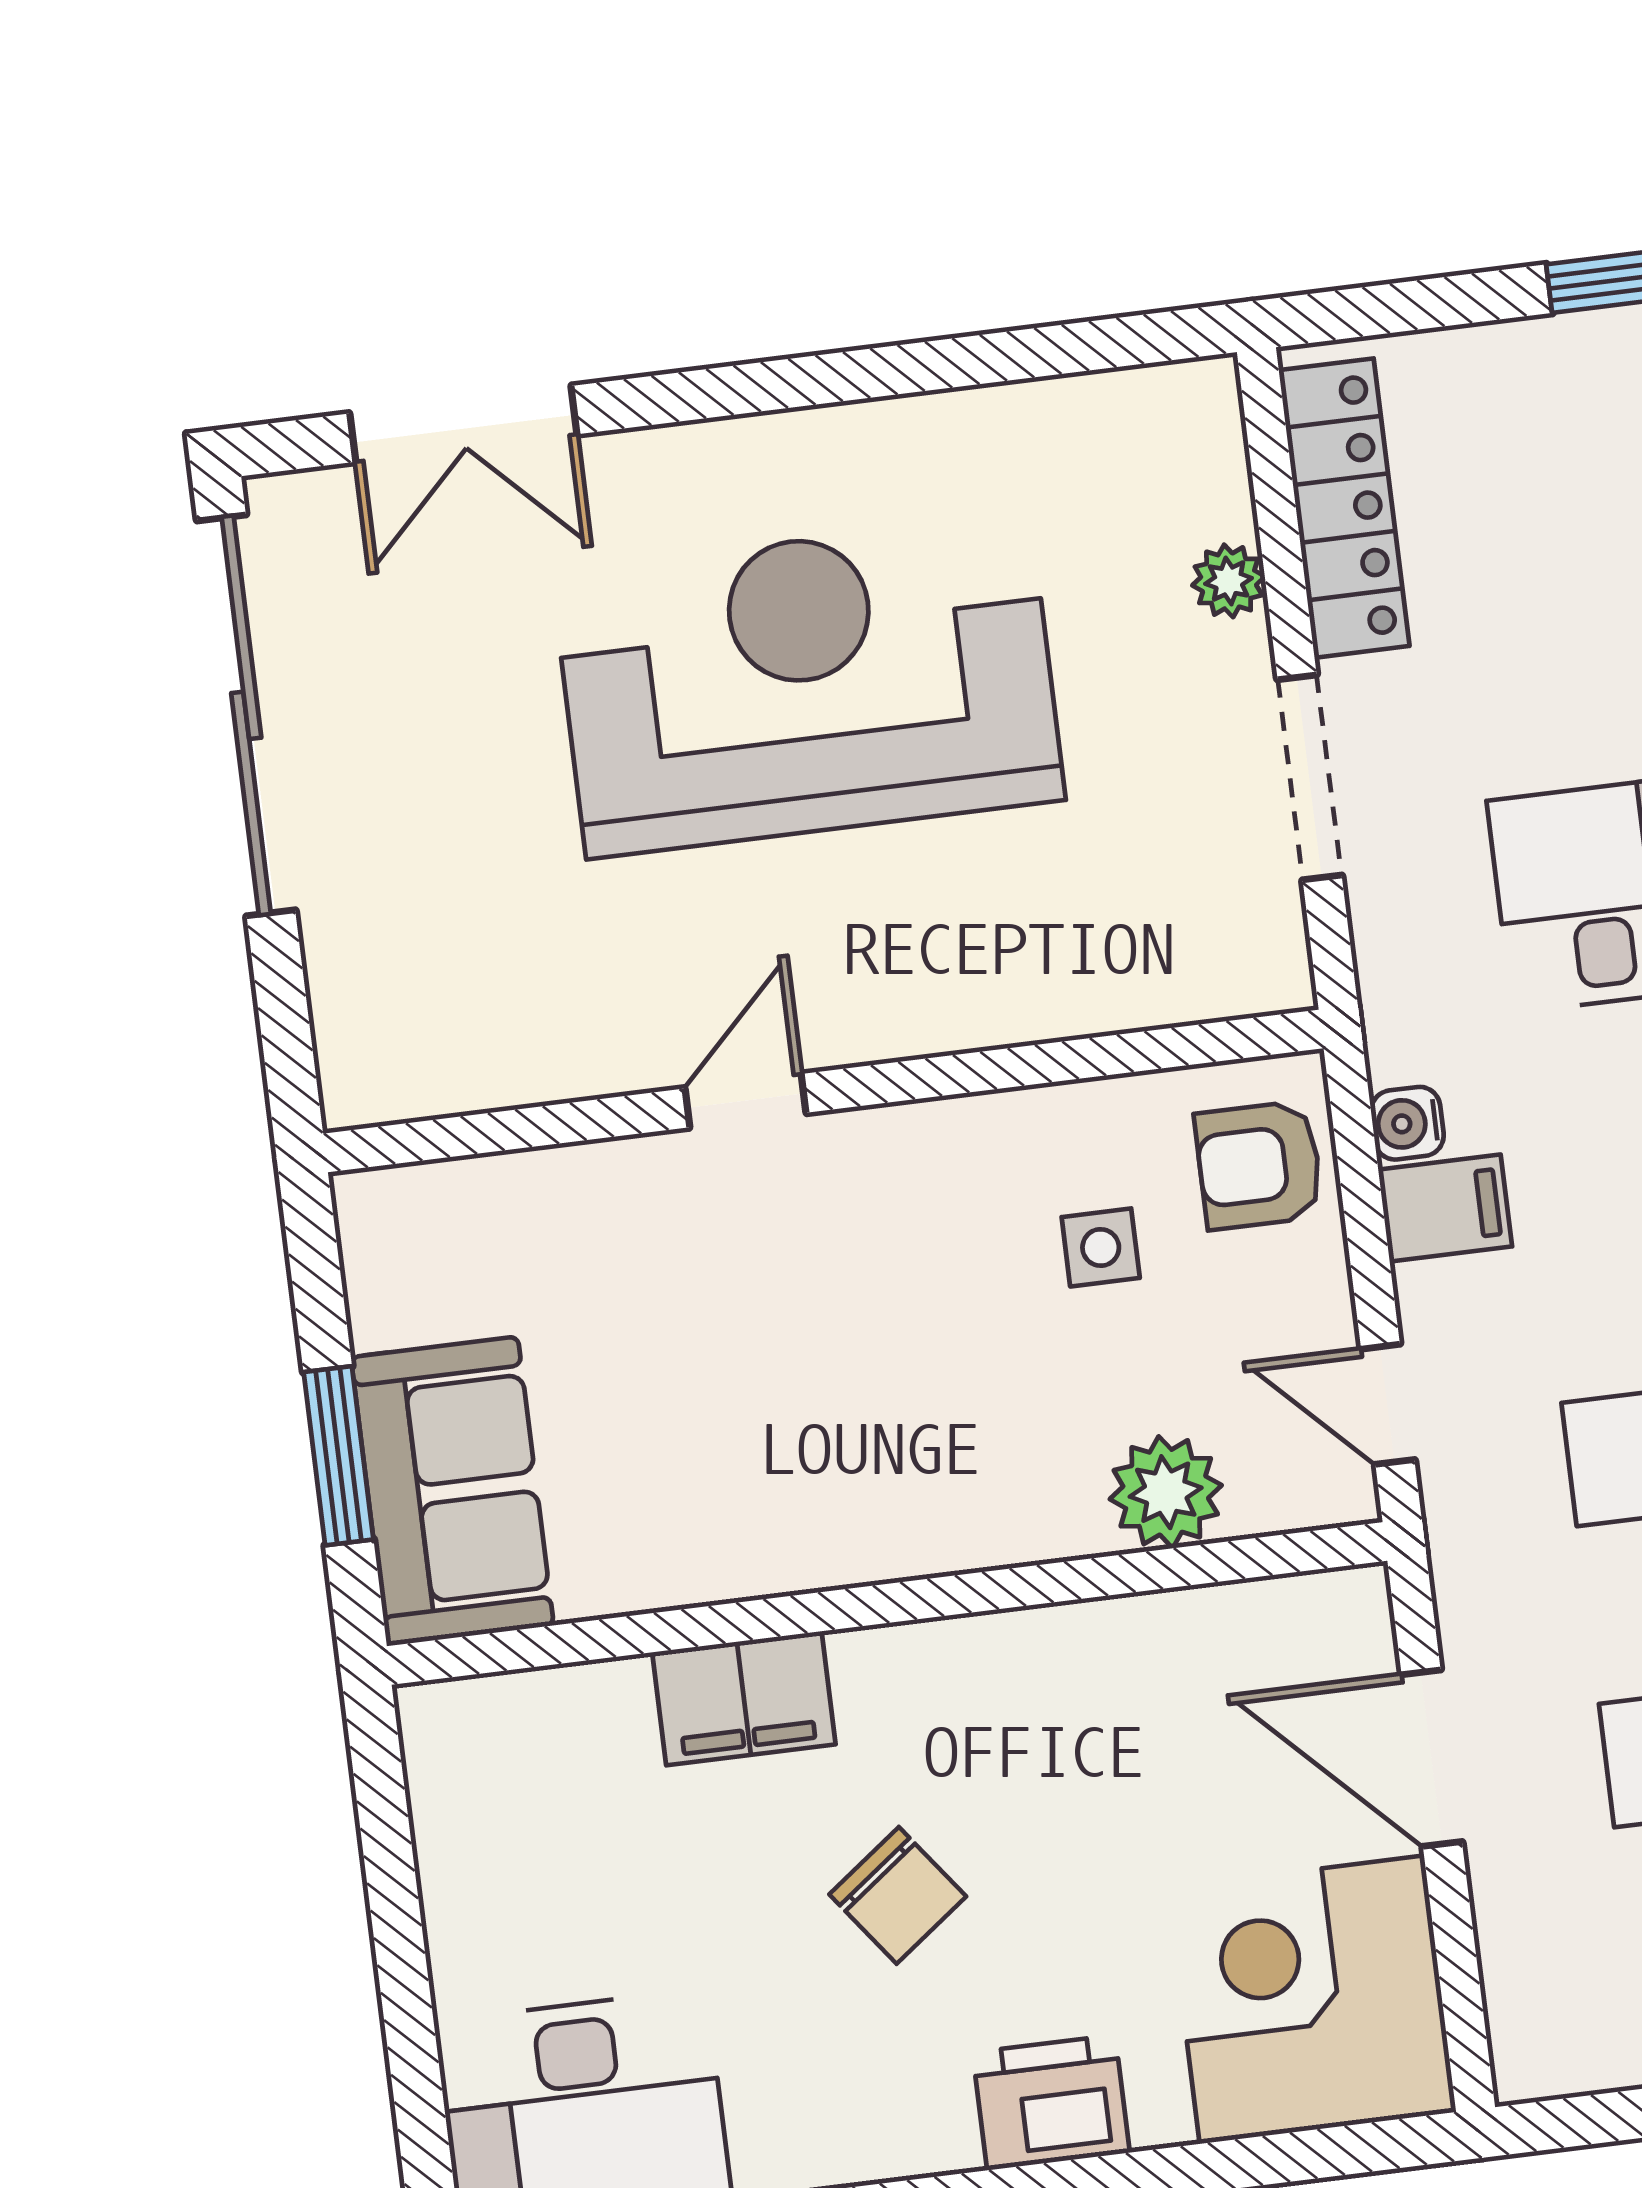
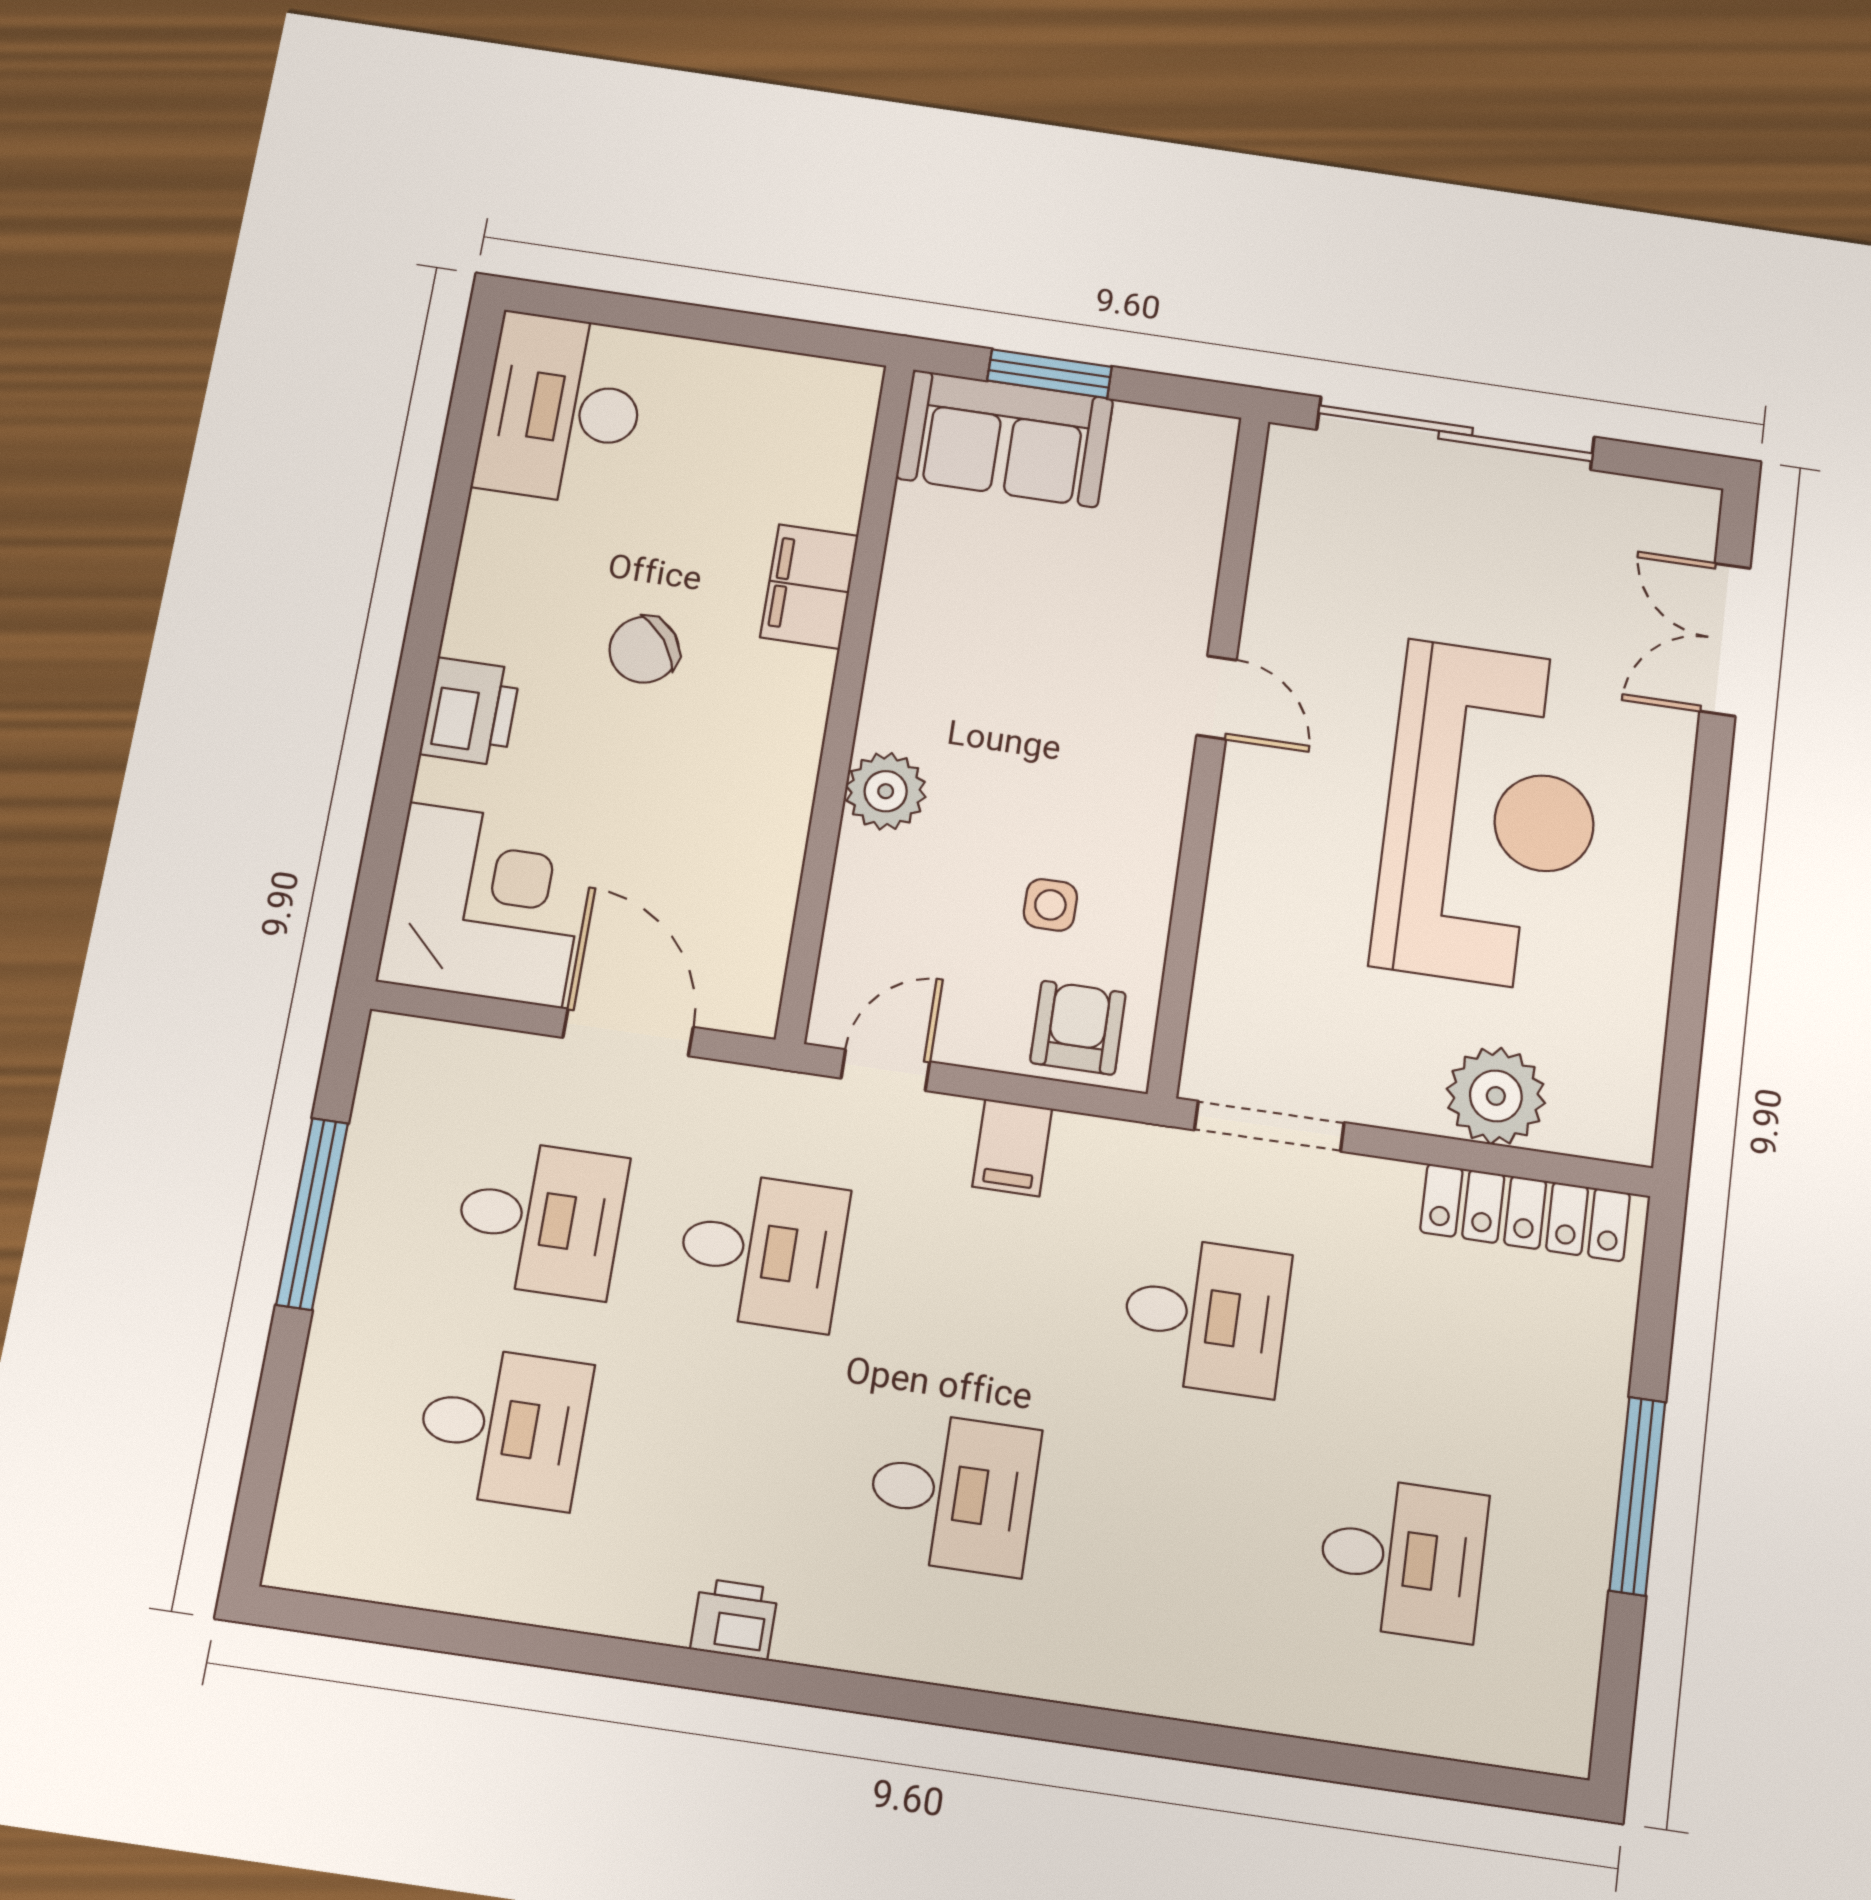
plant: (1229, 581) -> (1496, 1096), width x1.87, depth x1.87
sliding door: (246, 715) -> (1456, 433), moved
doorway: (1310, 777) -> (1269, 1126), moved
water cooler: (1407, 1123) -> (1079, 1138), removed
plant: (1166, 1492) -> (886, 791), moved
door: (1432, 1758) -> (628, 1032), hinge flipped

